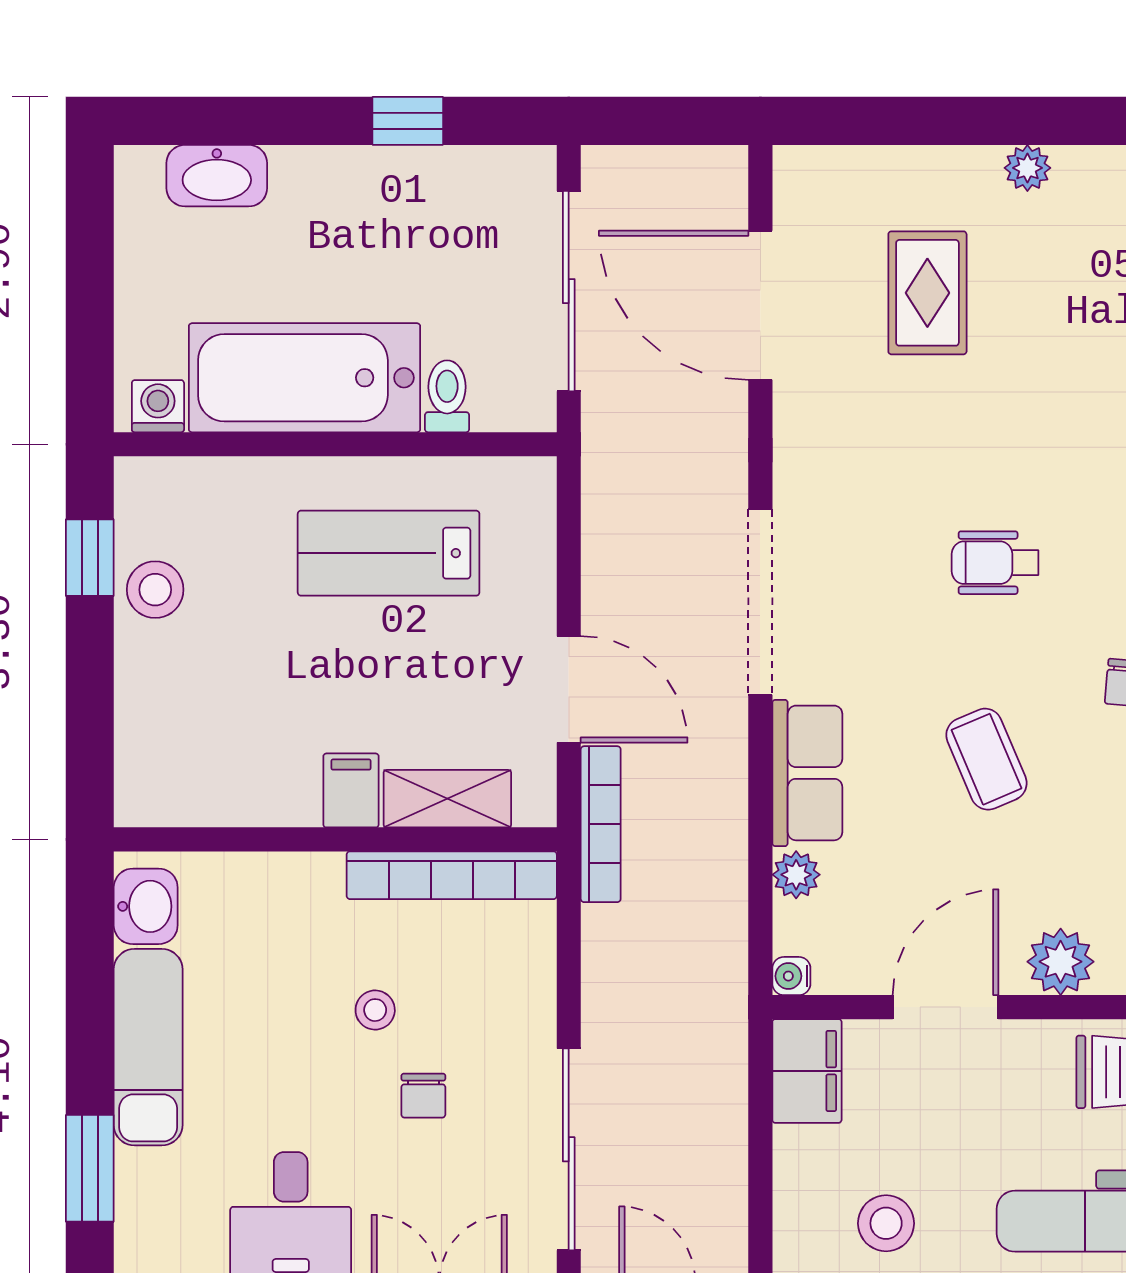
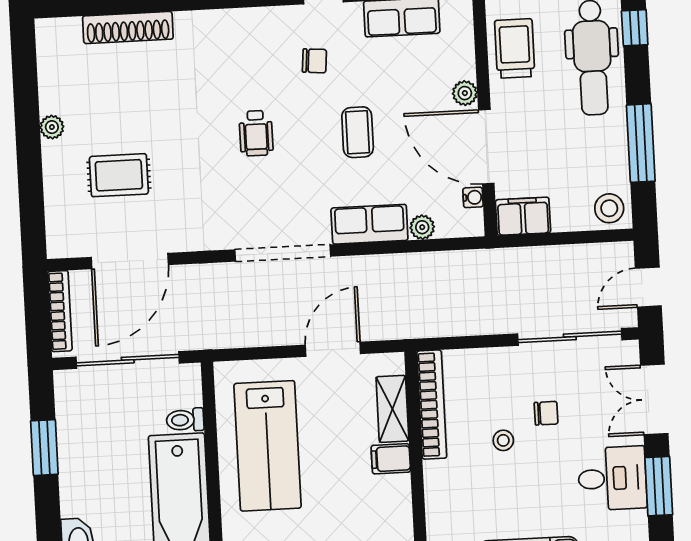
window: (408, 121) -> (44, 448), width x1.50
lab bench: (389, 553) -> (268, 446), width x1.36, depth x1.39
coffee table: (986, 759) -> (358, 132), turned -67
bookcase: (601, 824) -> (60, 311), moved, turned 90
plant: (1061, 962) -> (465, 93), width x0.73, depth x0.73
water cooler: (791, 976) -> (473, 197), moved, turned -90
door: (946, 1007) -> (486, 147), width x1.36
stool: (886, 1223) -> (609, 208), moved

